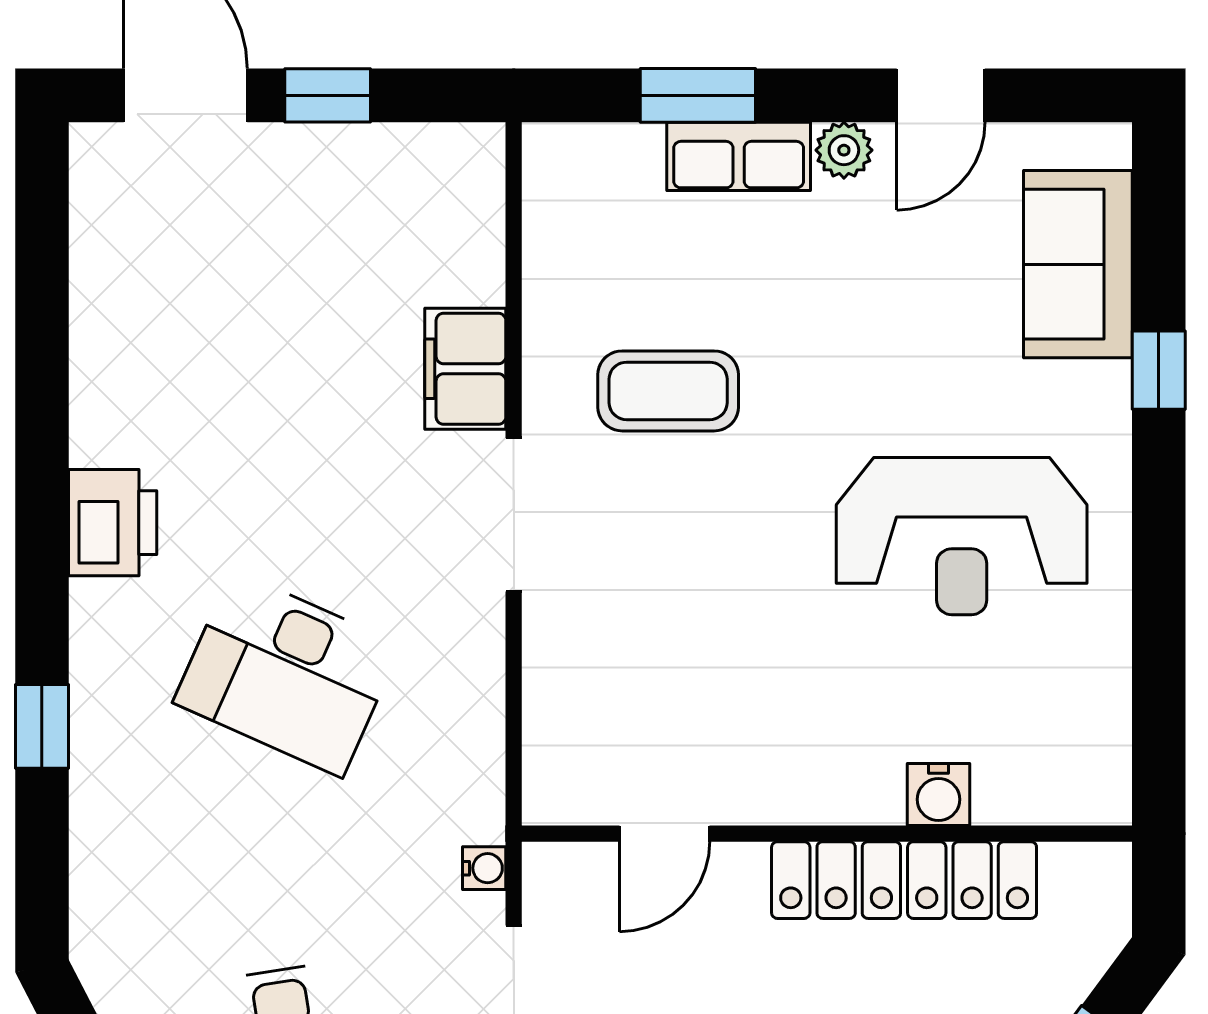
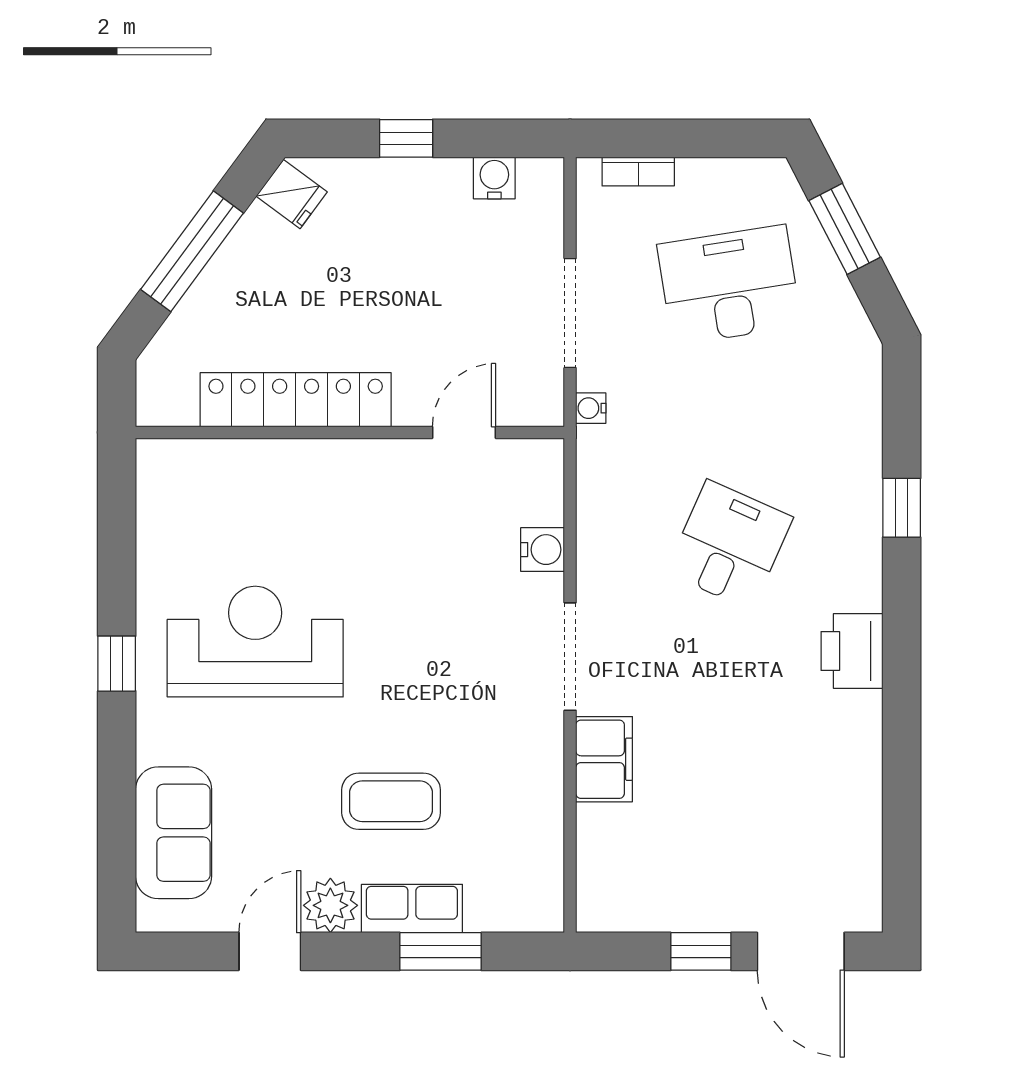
plant: (844, 150) -> (330, 905), width x1.38, depth x1.38
window: (1159, 370) -> (117, 664), moved
coffee table: (668, 391) -> (391, 801), moved
desk: (287, 674) -> (729, 545), width x0.73
water cooler: (939, 795) -> (543, 550), moved, turned 90

